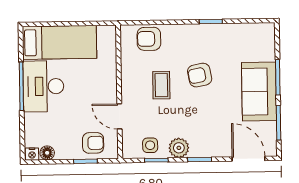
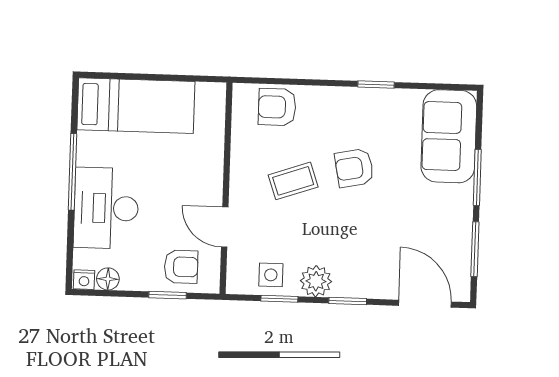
coffee table: (161, 85) -> (293, 181), turned 71
desk: (43, 86) -> (106, 208), moved
sofa: (259, 92) -> (449, 136), moved

